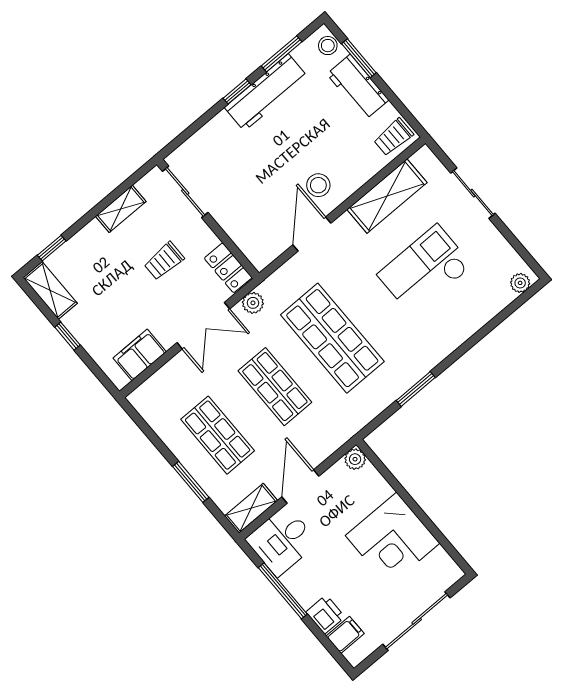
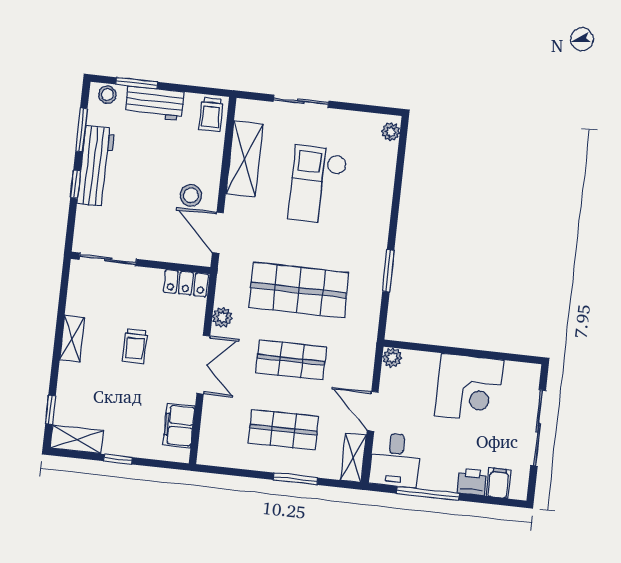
sliding door: (185, 192) -> (108, 259), moved
wall: (208, 219) -> (141, 263), moved
locker: (228, 268) -> (186, 283), moved

